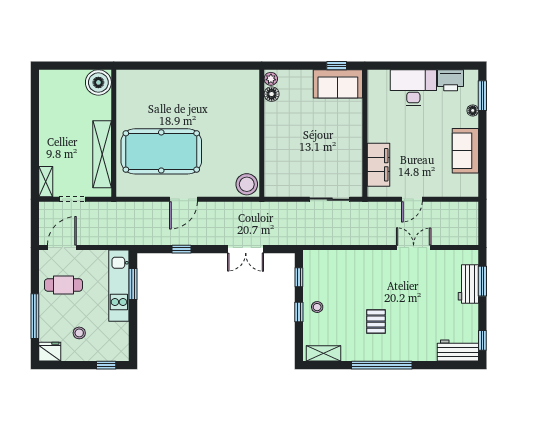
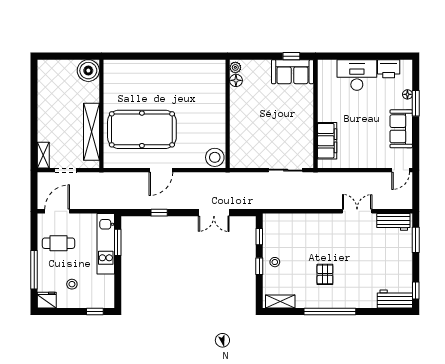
window: (482, 96) -> (416, 103), moved
door: (412, 199) -> (401, 170), moved
workbench: (468, 284) -> (393, 222), moved, turned -90

